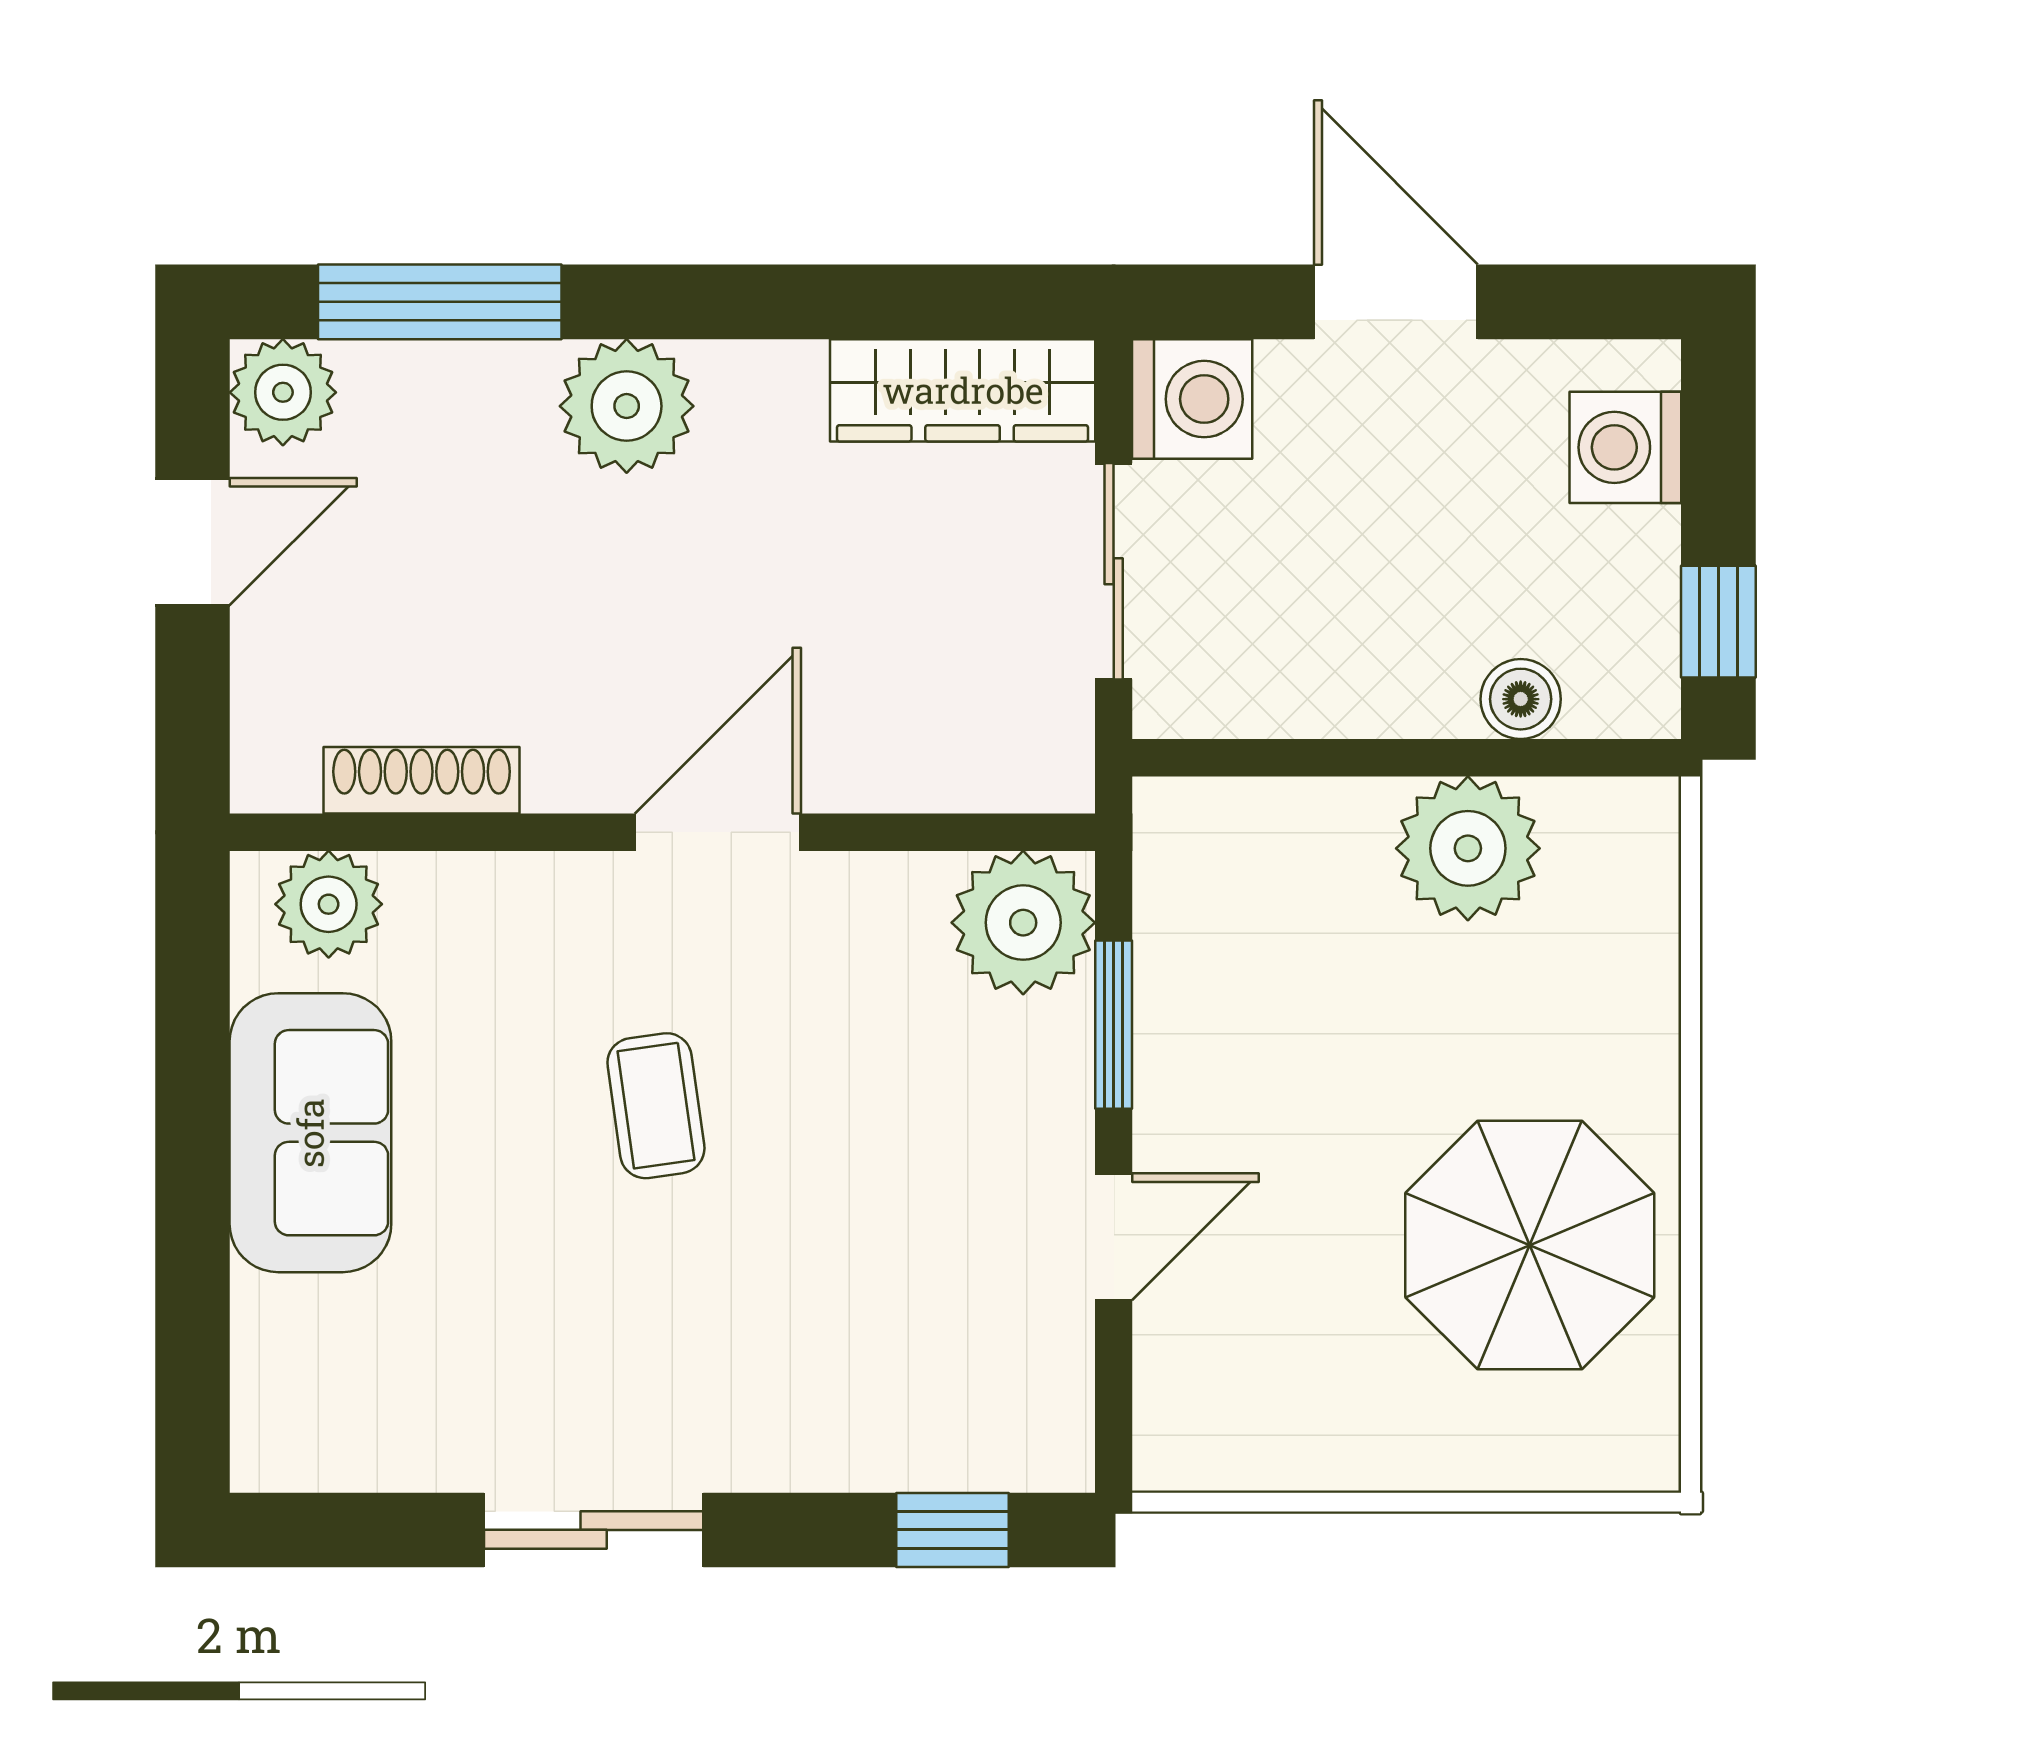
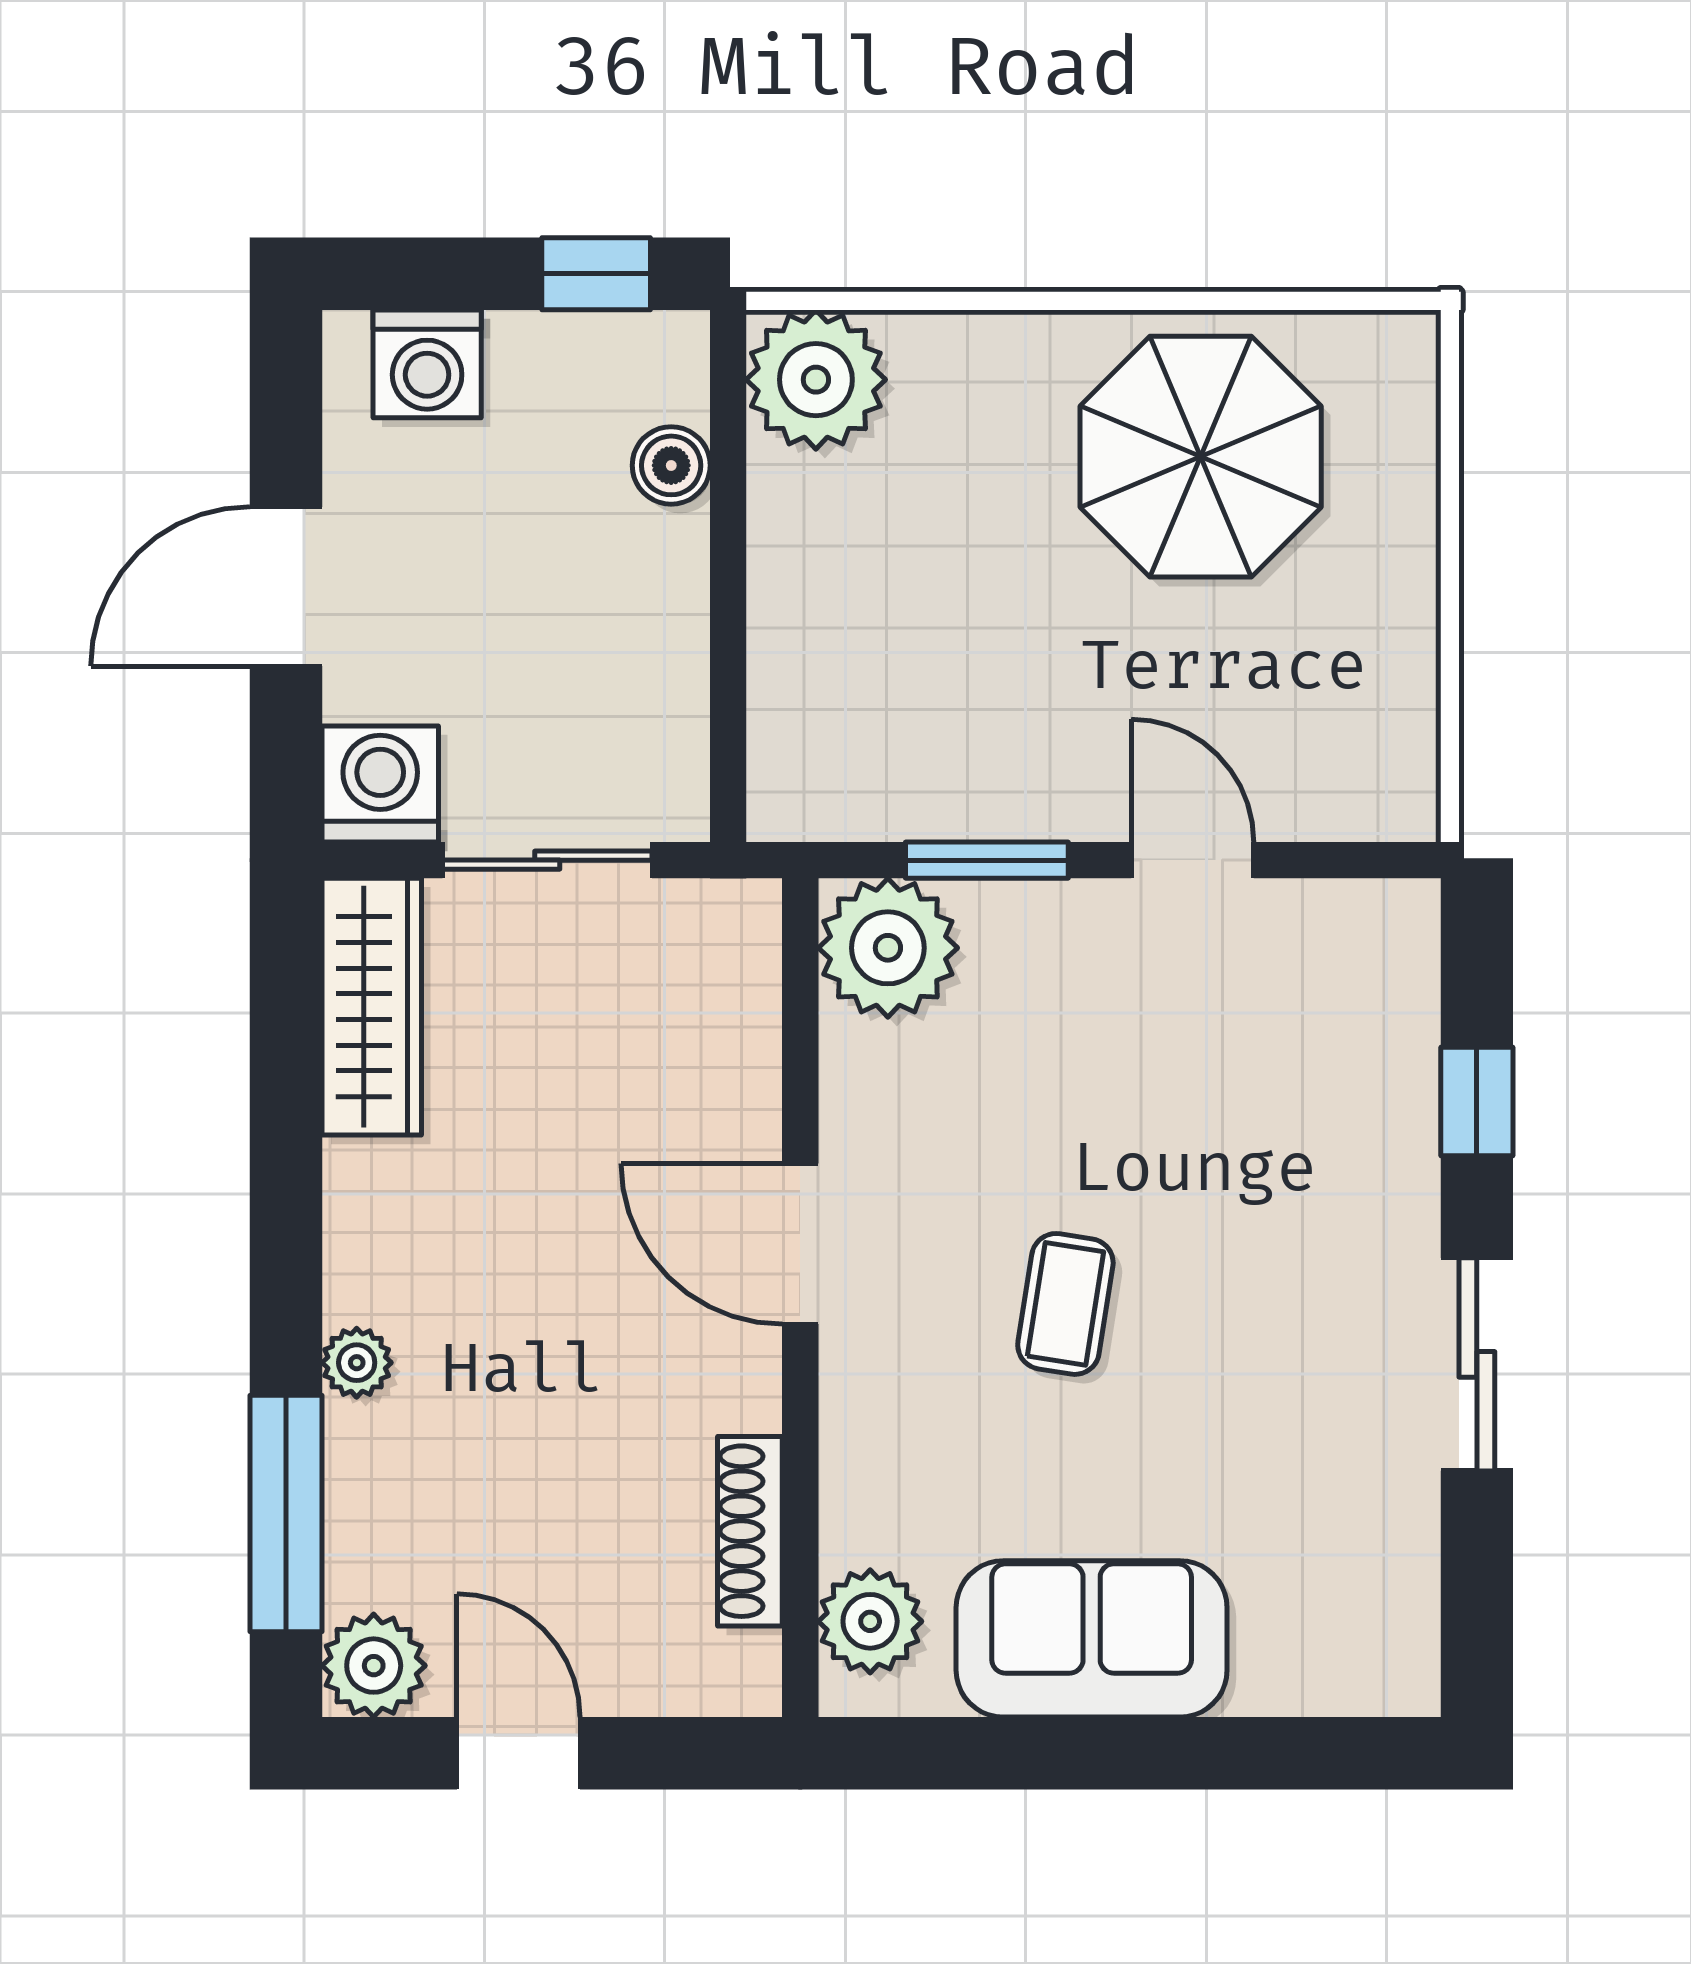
plant: (627, 406) -> (357, 1363), width x0.53, depth x0.53
plant: (1468, 848) -> (816, 380), moved
coffee table: (656, 1106) -> (1065, 1304), turned -73
window: (952, 1530) -> (1477, 1102), moved

